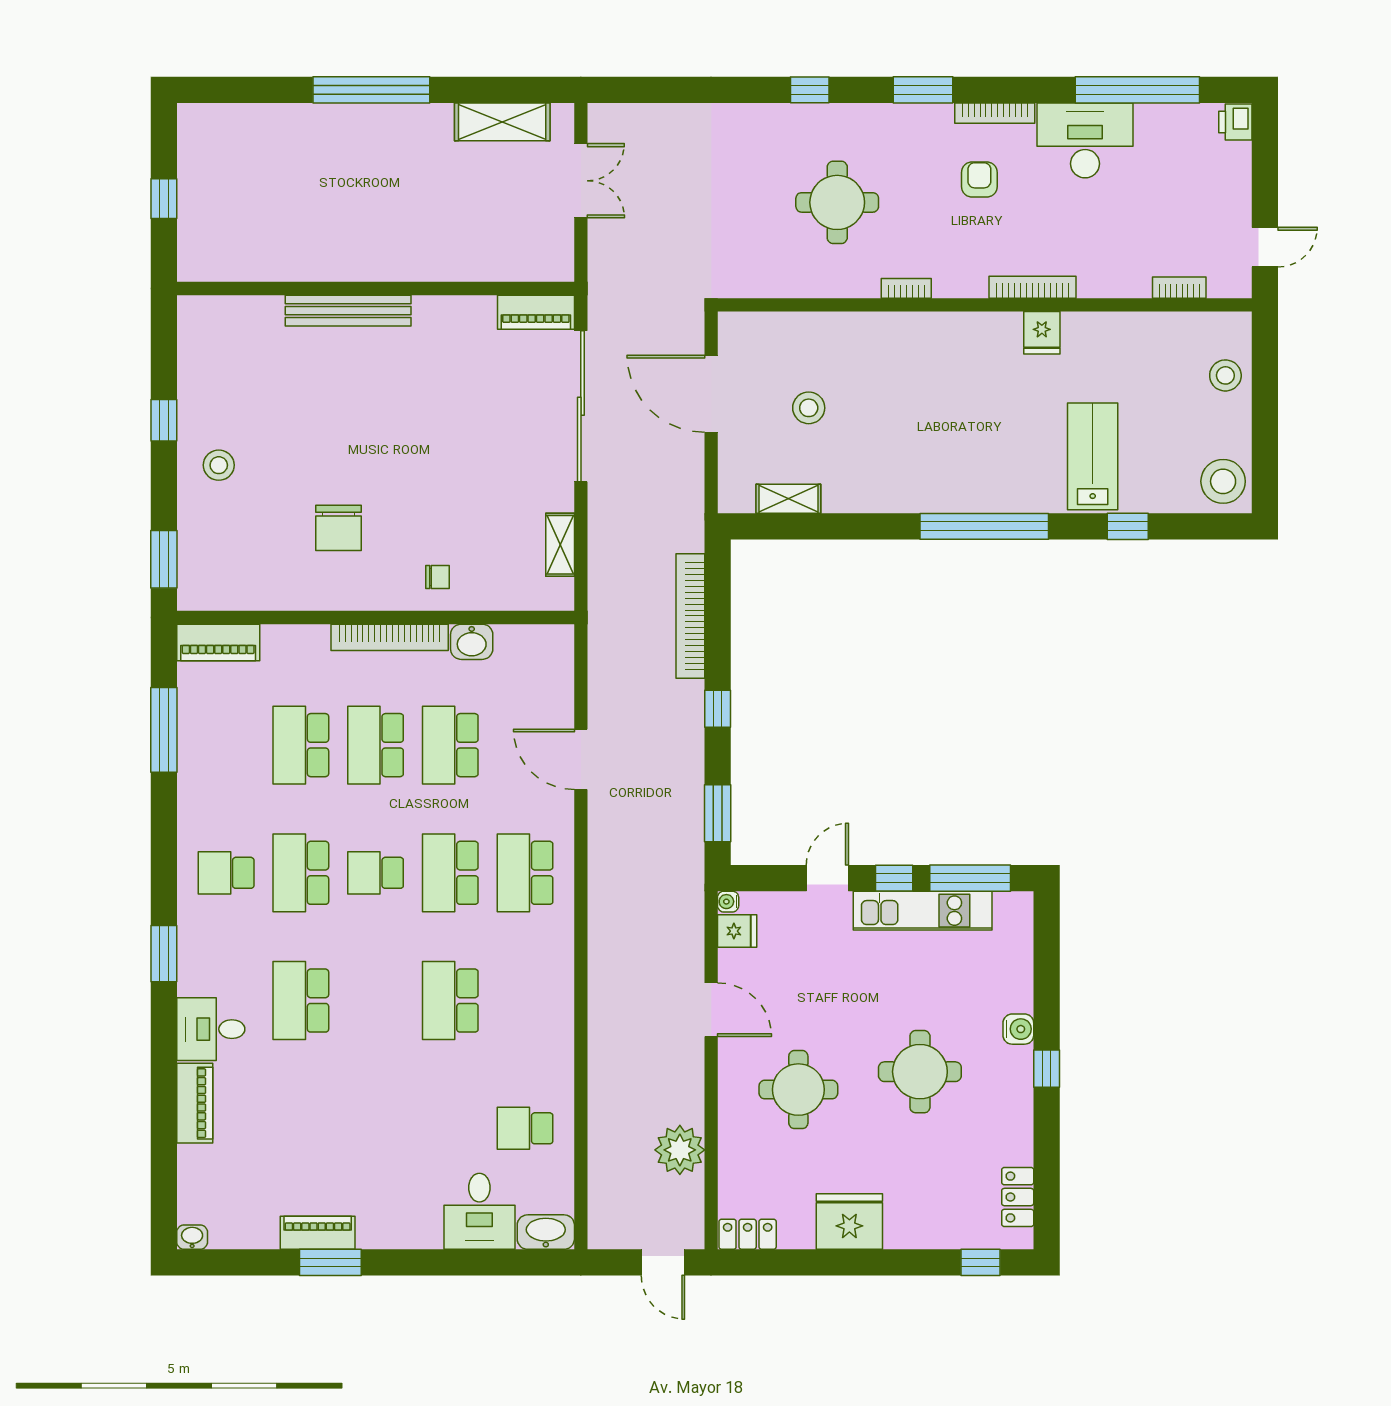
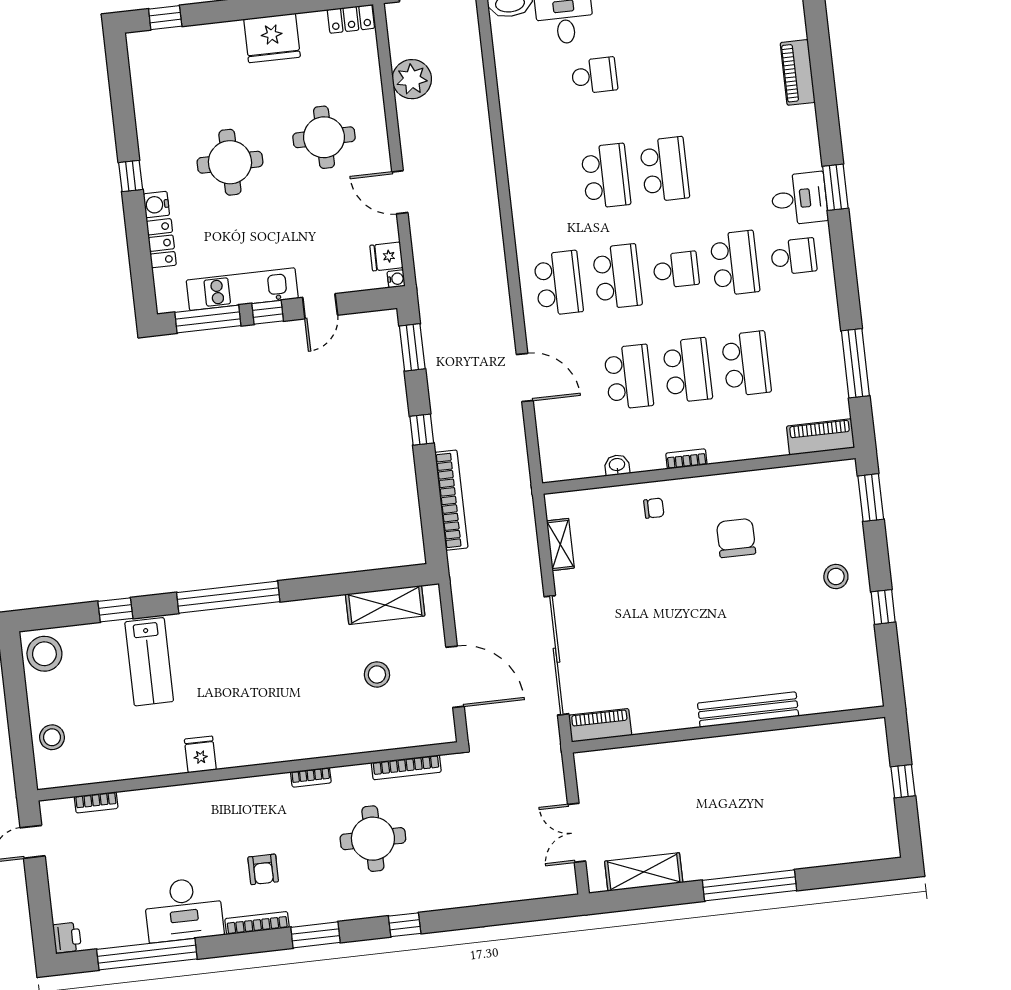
bookcase: (1033, 287) -> (406, 767), moved
shelving: (788, 499) -> (385, 605), width x1.50, depth x1.33
chair: (437, 577) -> (654, 508), turned 180
bookcase: (390, 637) -> (686, 459), width x0.43, depth x0.76
washbasin: (472, 642) -> (617, 465), width x0.72, depth x0.69
school desk: (301, 1001) -> (665, 169), moved
desk: (211, 1029) -> (799, 199), moved
school desk: (525, 1128) -> (594, 76), moved
locker: (1018, 1197) -> (161, 243), moved

